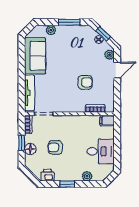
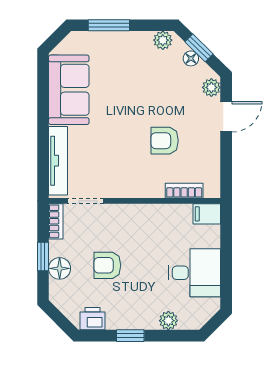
window: (69, 22) -> (109, 25), moved
plant: (51, 30) -> (163, 40), moved
armchair: (85, 82) -> (165, 141), turned 180

